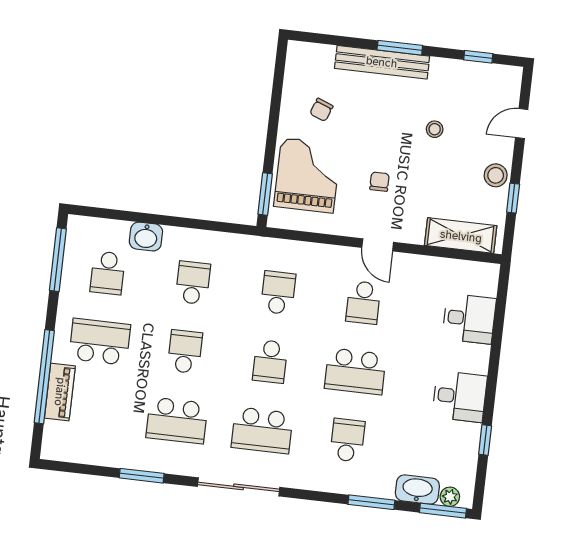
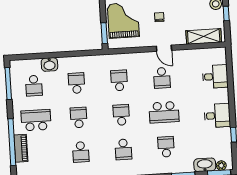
school desk: (270, 361) -> (121, 115), turned 180
school desk: (177, 420) -> (81, 152), width x0.54
school desk: (262, 430) -> (123, 149), width x0.54

